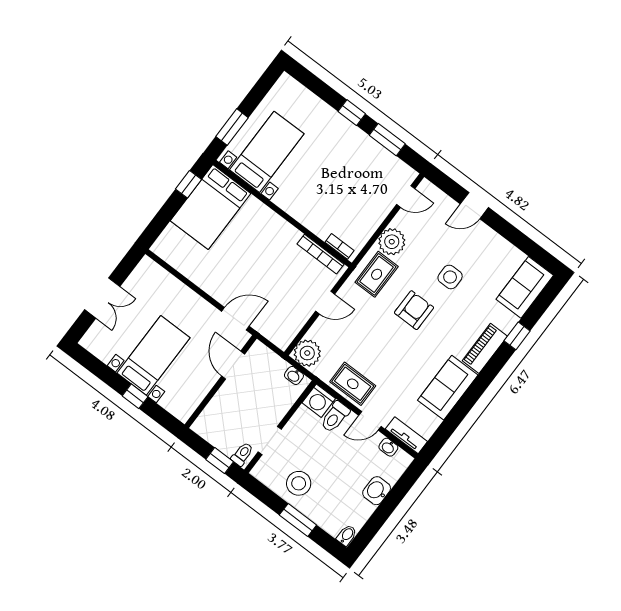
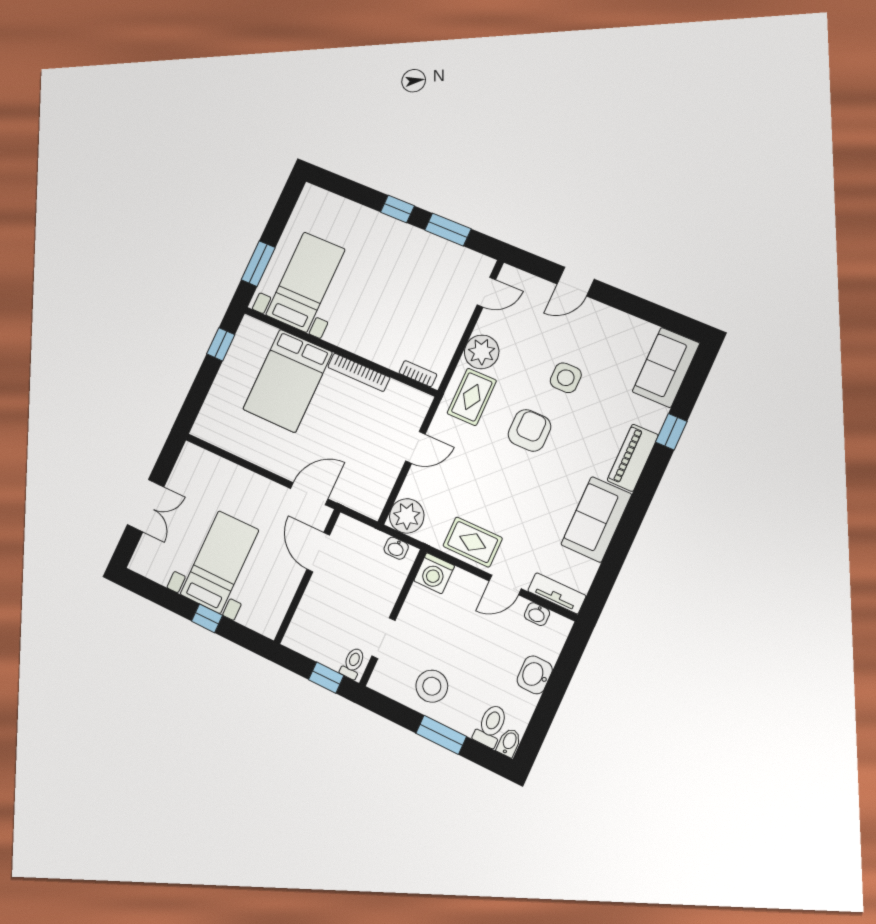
bed: (211, 207) -> (288, 381), moved
bookcase: (321, 254) -> (359, 372), moved
toilet: (335, 417) -> (491, 726), moved, turned 180

